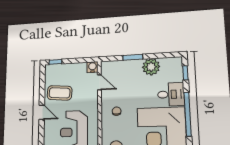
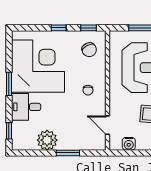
water cooler: (92, 67) -> (129, 144), moved
window: (188, 114) -> (9, 84), width x0.47

